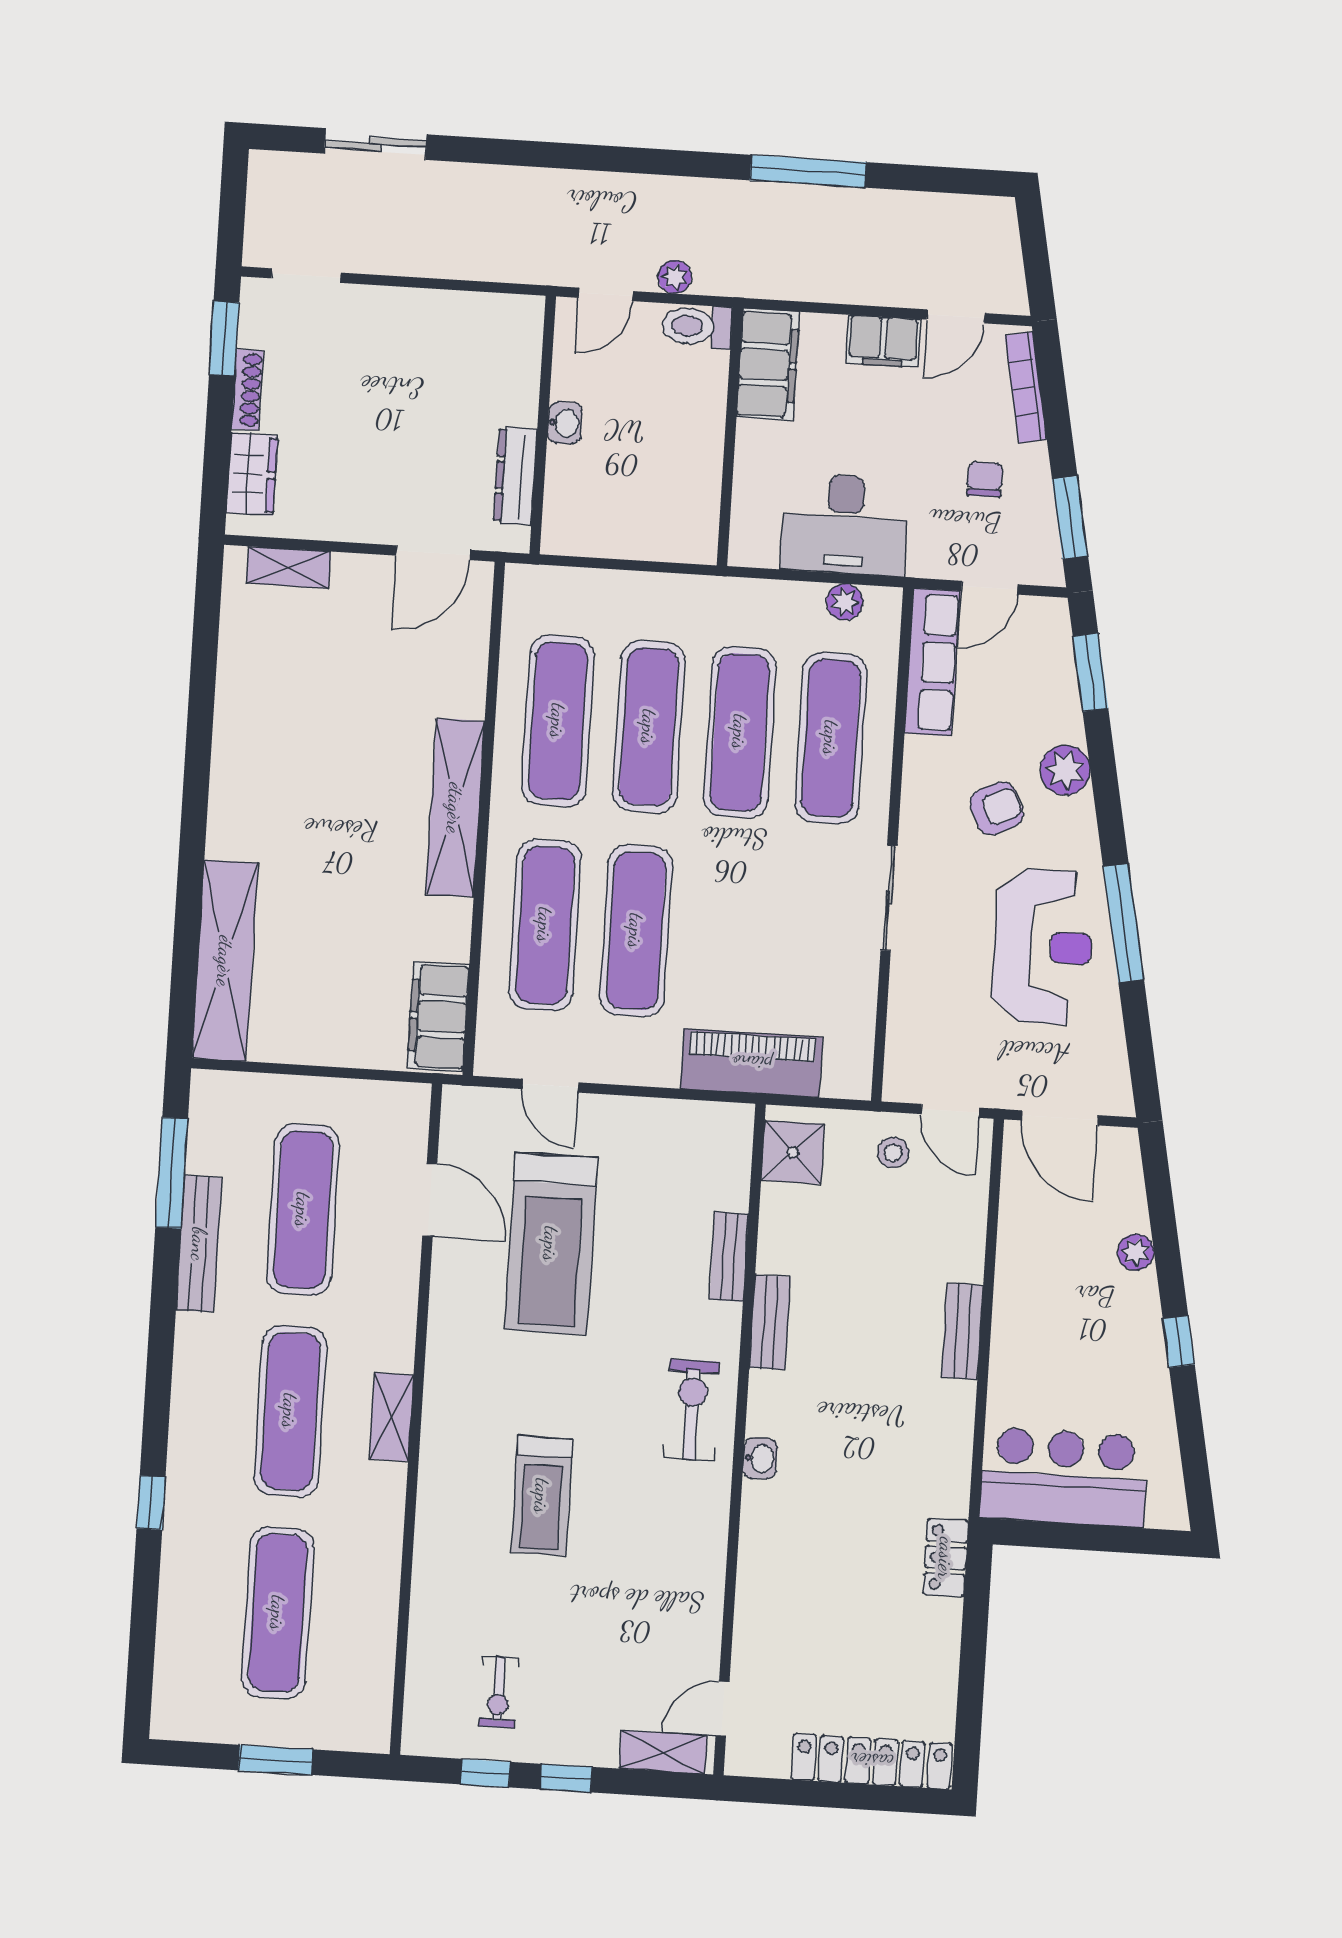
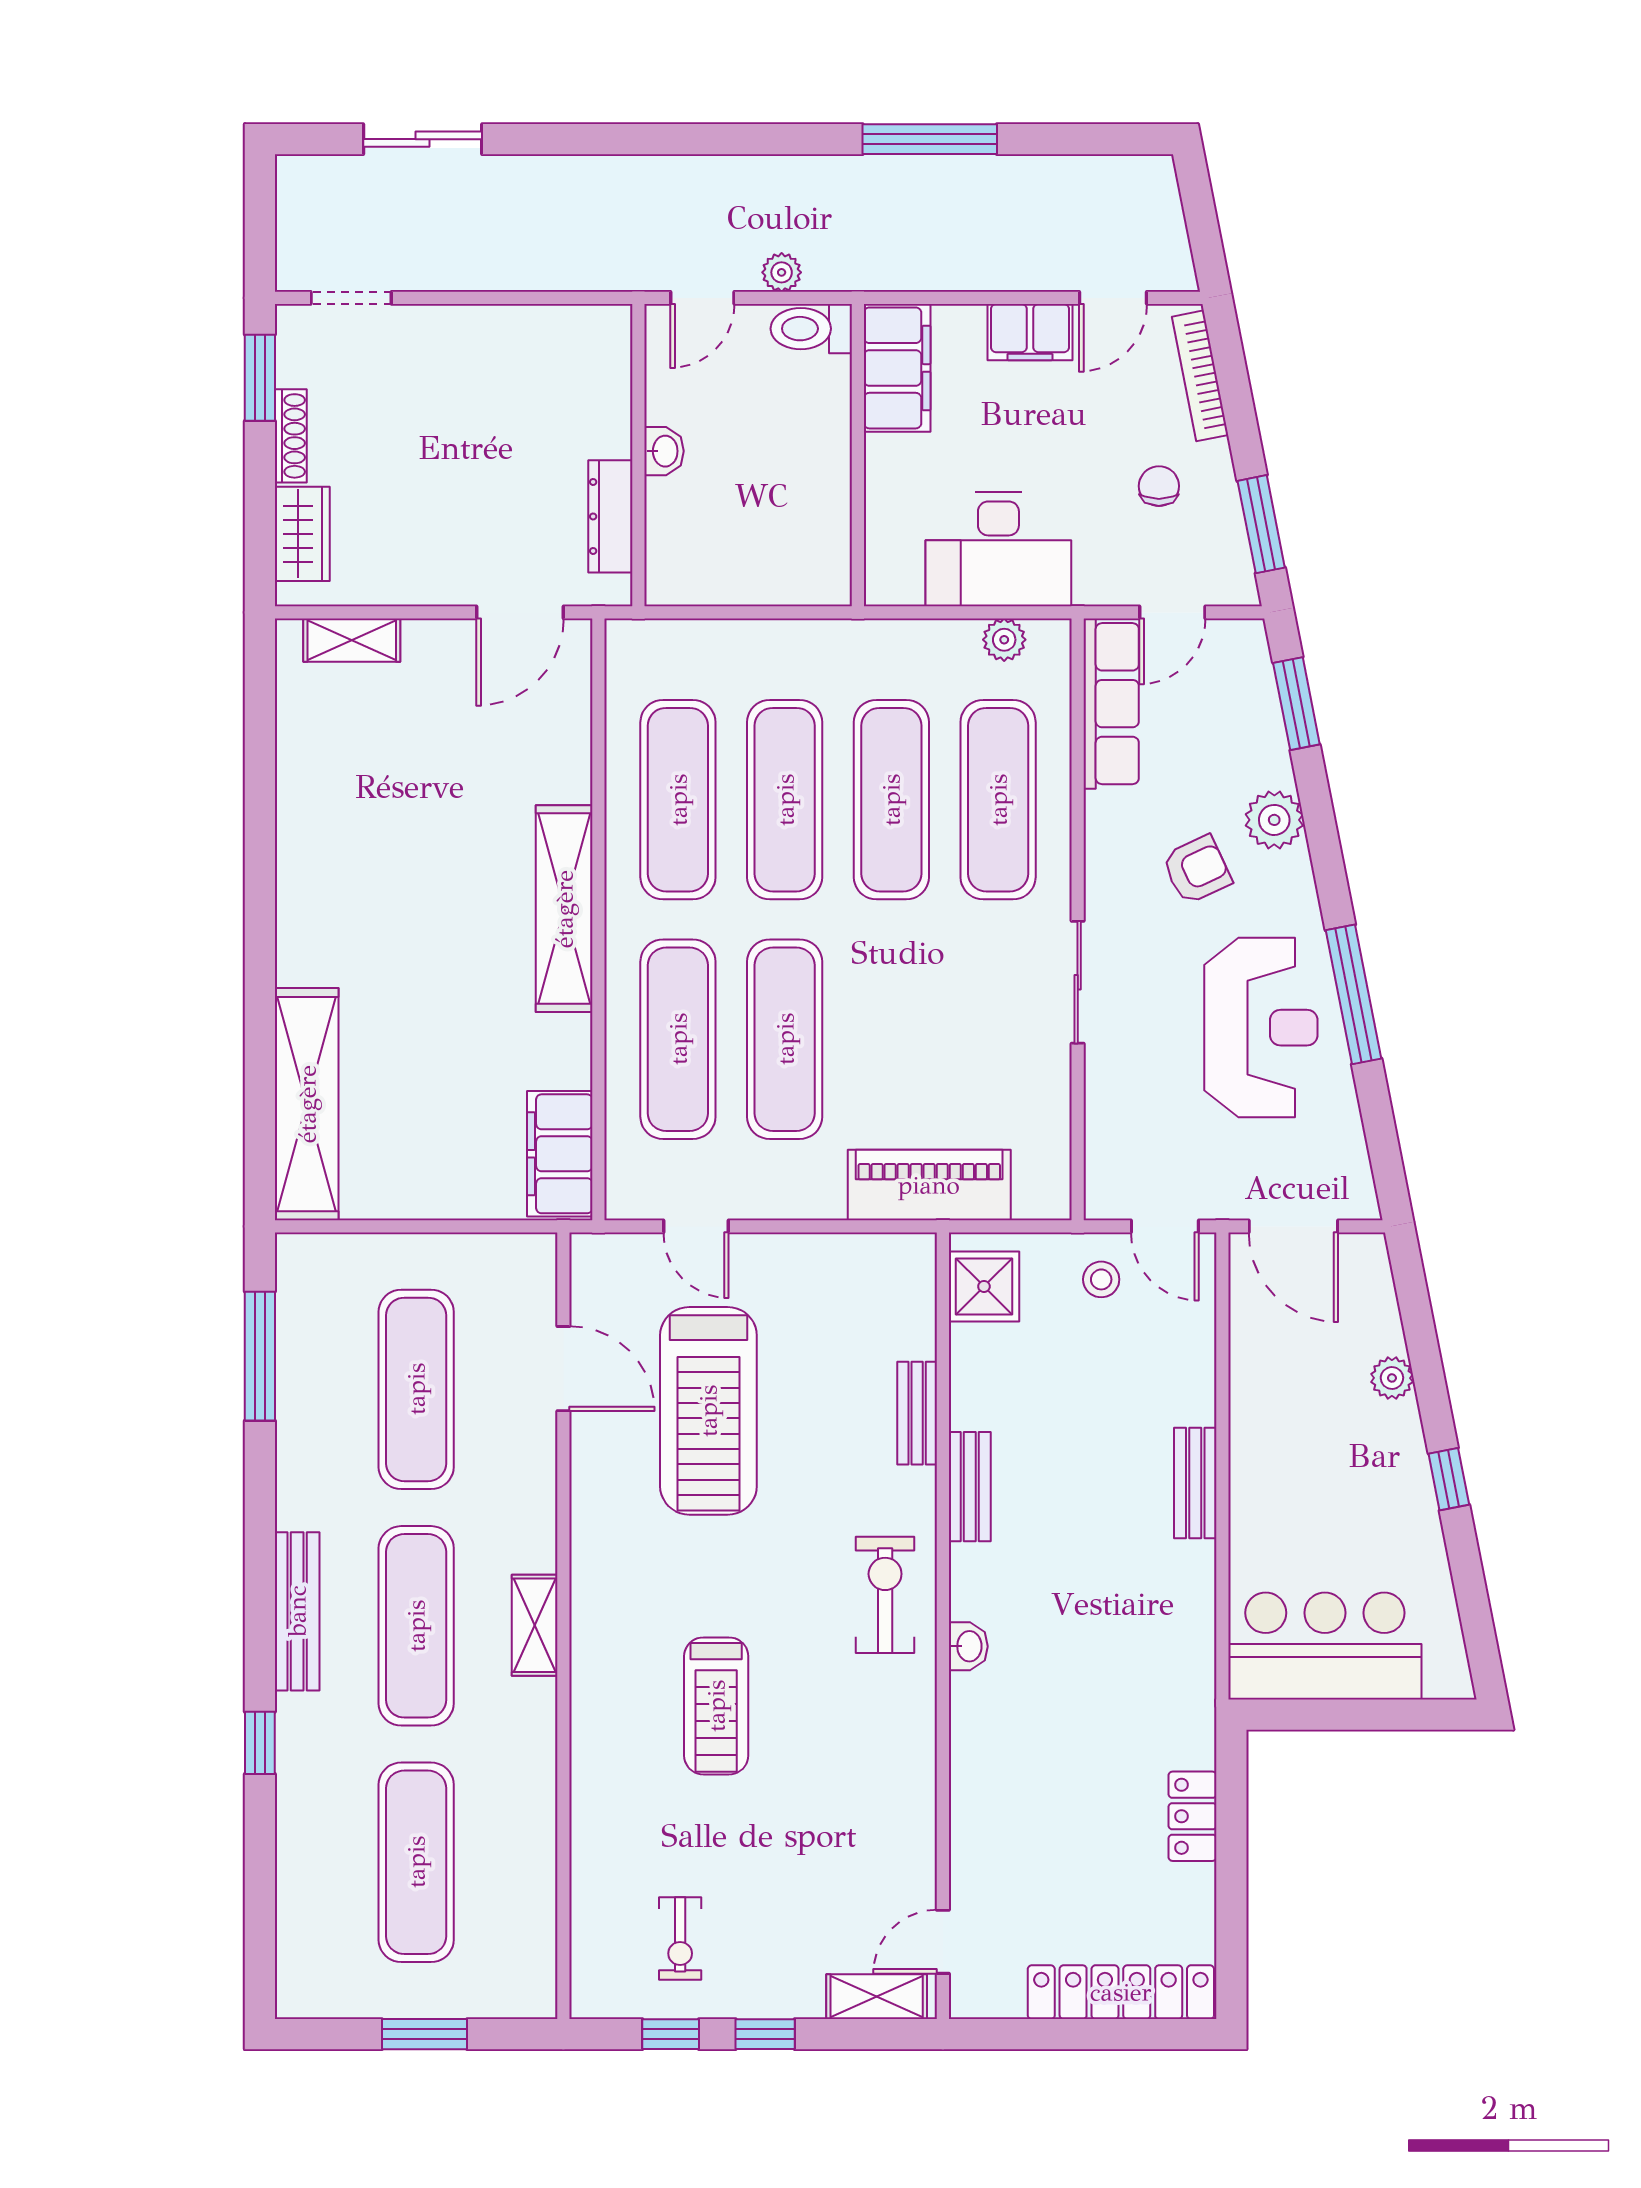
bench: (199, 1244) -> (297, 1611), moved
locker: (946, 1558) -> (1193, 1816), moved

